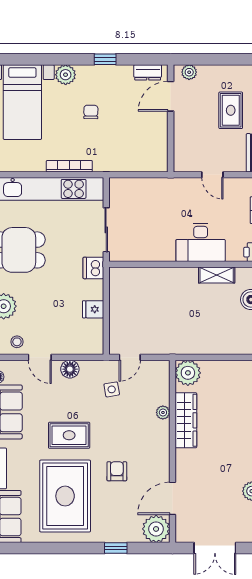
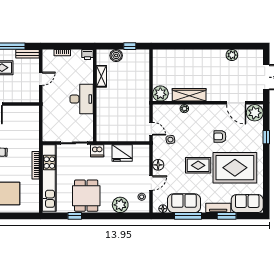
desk: (201, 242) -> (82, 99), moved
fridge: (93, 309) -> (122, 153), width x1.88, depth x1.34
rug: (69, 435) -> (198, 165), turned 90

